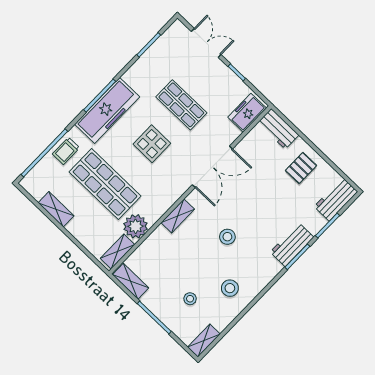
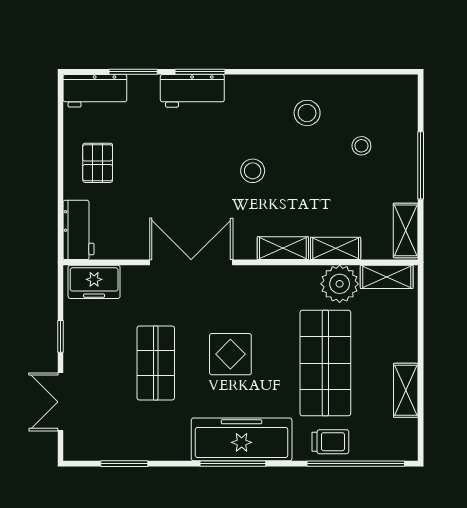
pallet: (301, 168) -> (98, 163), turned 90
shelving: (204, 341) -> (336, 248), moved

